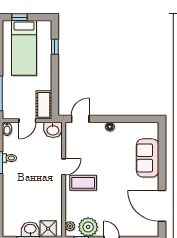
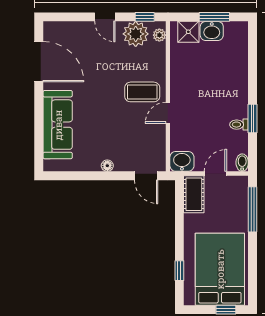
bed: (24, 48) -> (220, 269), width x1.50
door: (80, 119) -> (146, 176), hinge flipped
sofa: (148, 158) -> (58, 125), width x1.36

